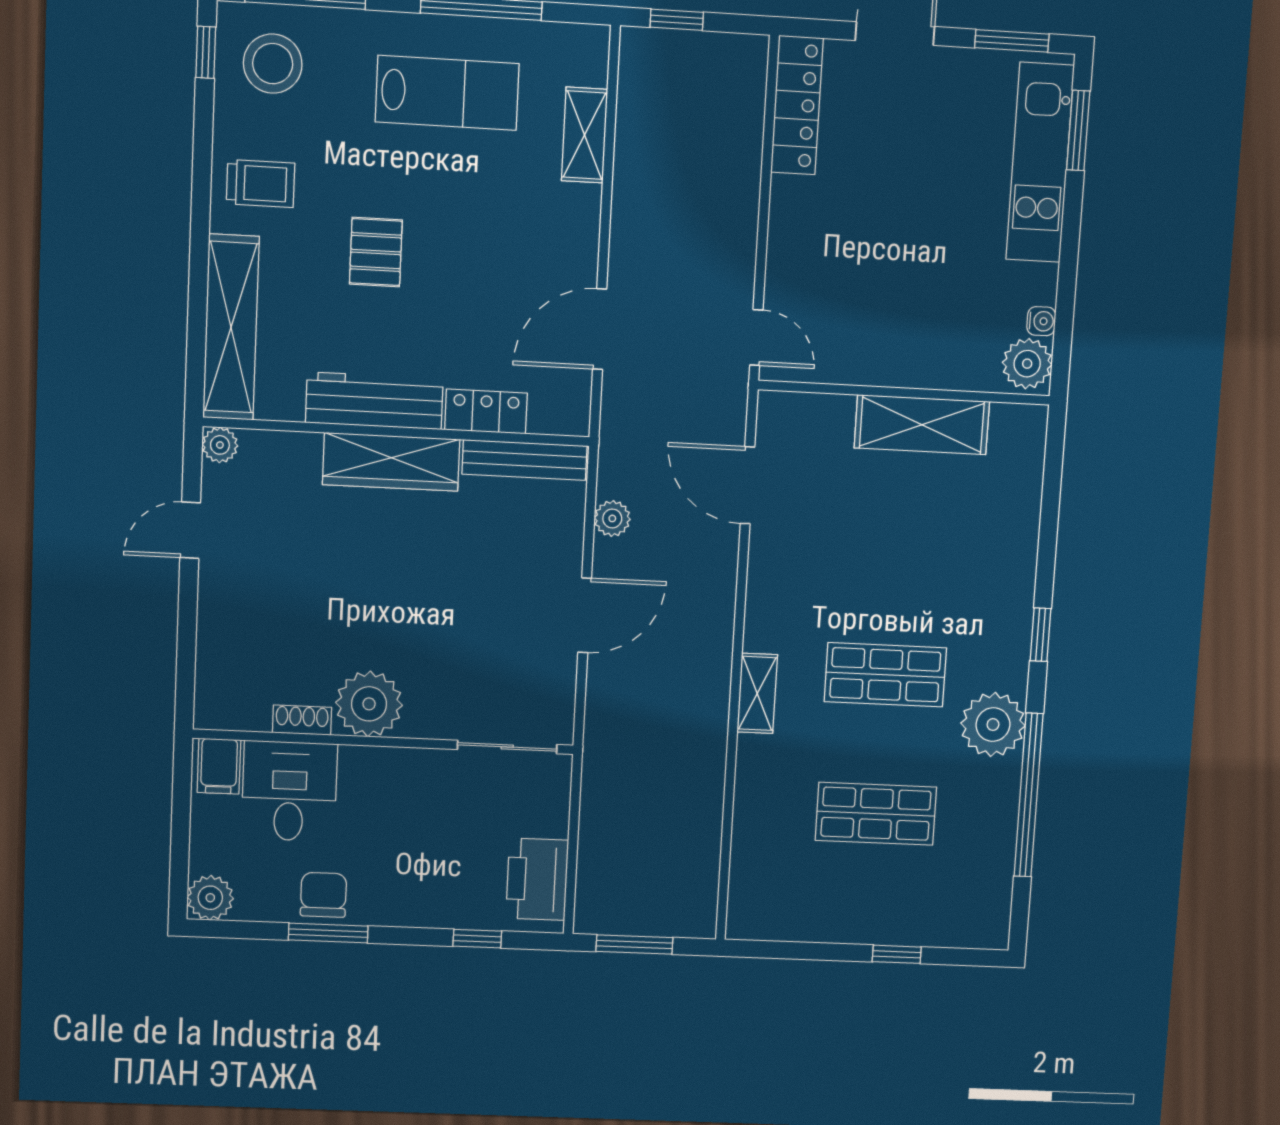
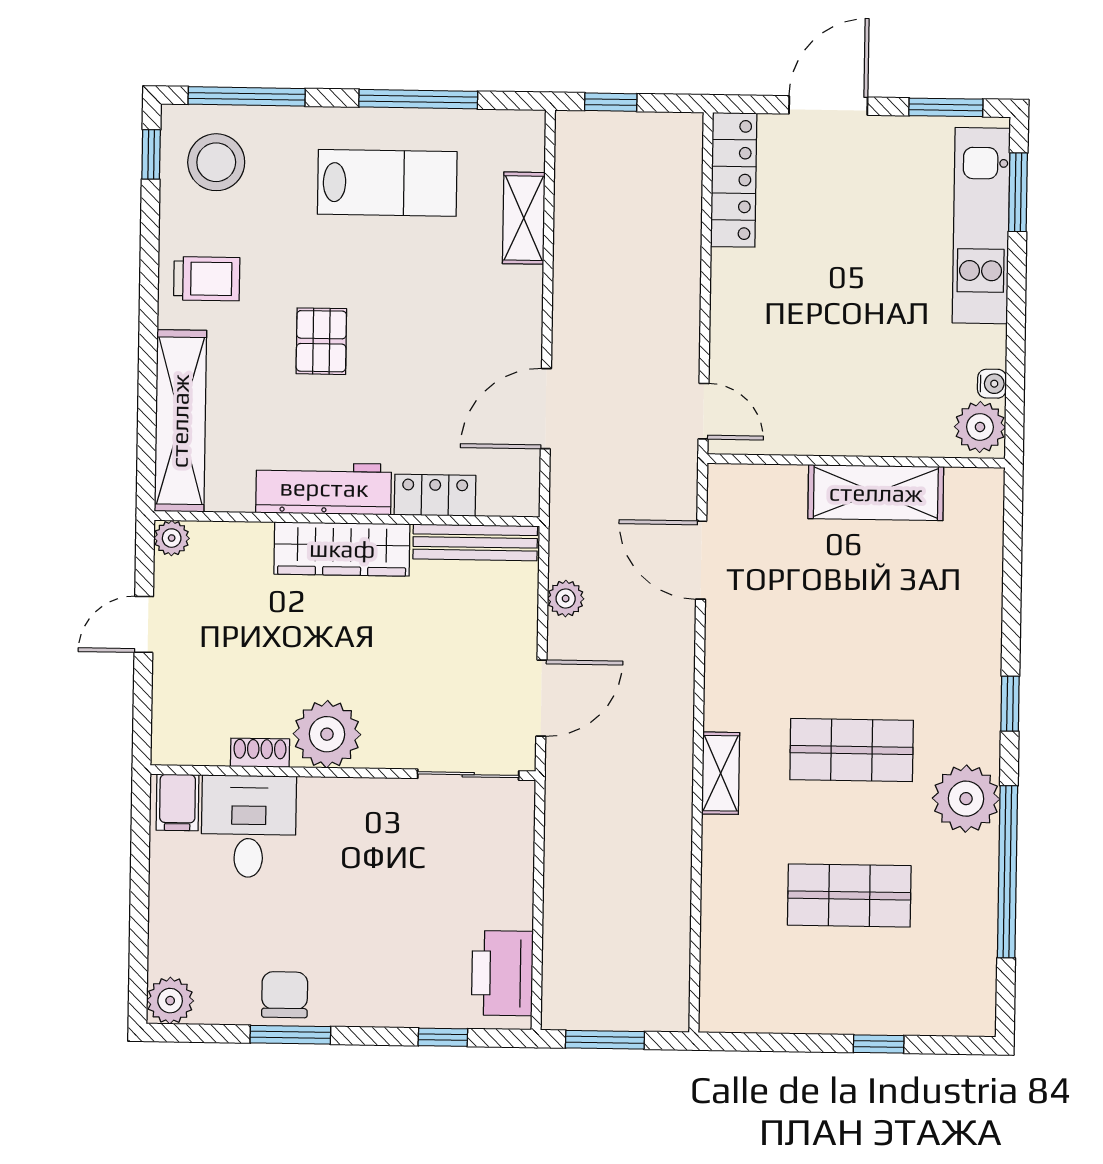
plant: (369, 704) -> (327, 734), moved
shoe rack: (302, 720) -> (260, 753), moved
wall: (384, 742) -> (343, 773), moved
sliding door: (507, 747) -> (468, 775), moved
filing cabinet: (219, 766) -> (177, 802), moved
desk: (289, 791) -> (249, 826), moved

